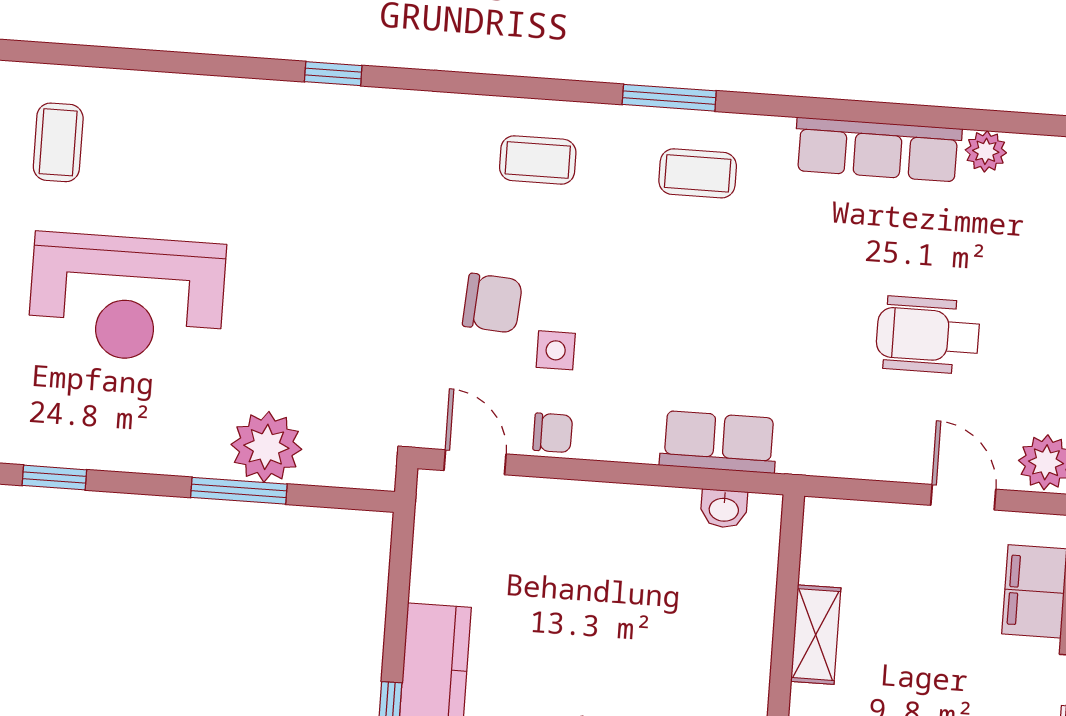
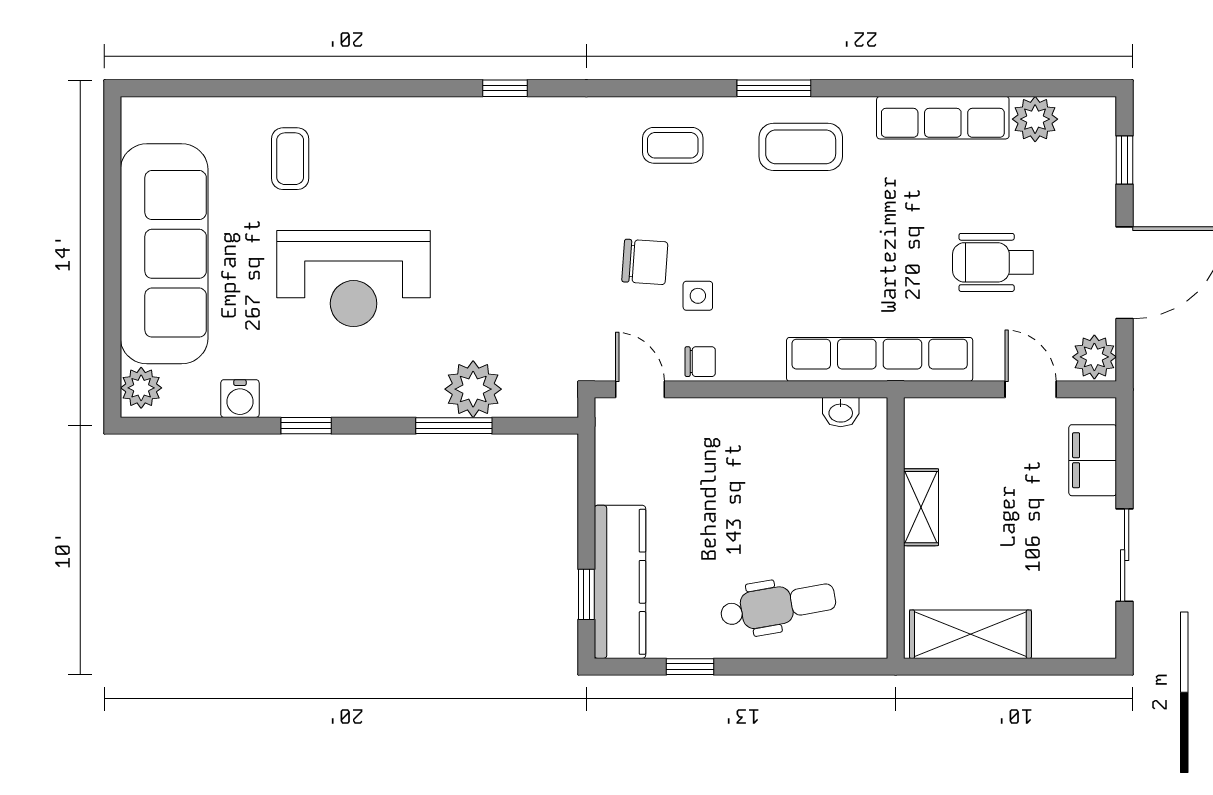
plant: (986, 151) -> (1035, 119), width x1.38, depth x1.38
coffee table: (698, 173) -> (801, 147), width x1.36, depth x1.30
row of seats: (719, 442) -> (880, 359), width x2.02

